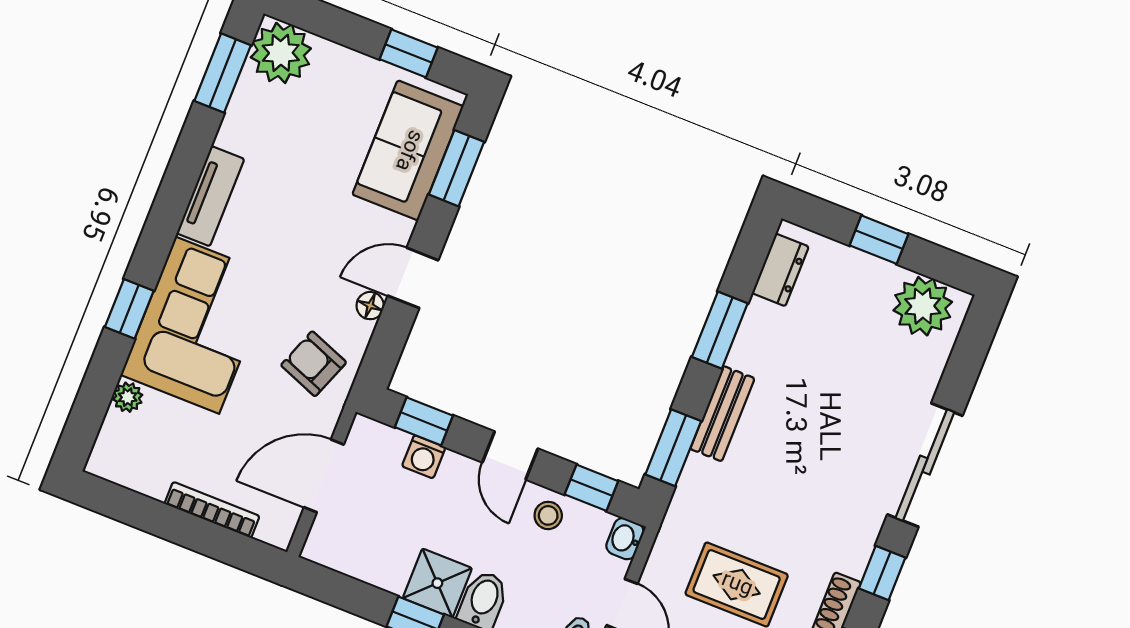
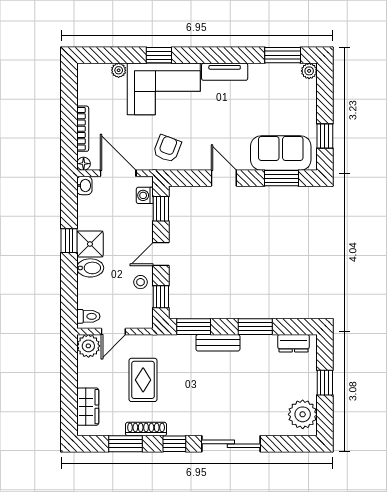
plant: (281, 53) -> (309, 71), width x0.53, depth x0.53
floor lamp: (370, 306) -> (84, 164), moved
washing machine: (424, 457) -> (145, 195), moved
washbasin: (625, 539) -> (84, 186), moved, turned 90

